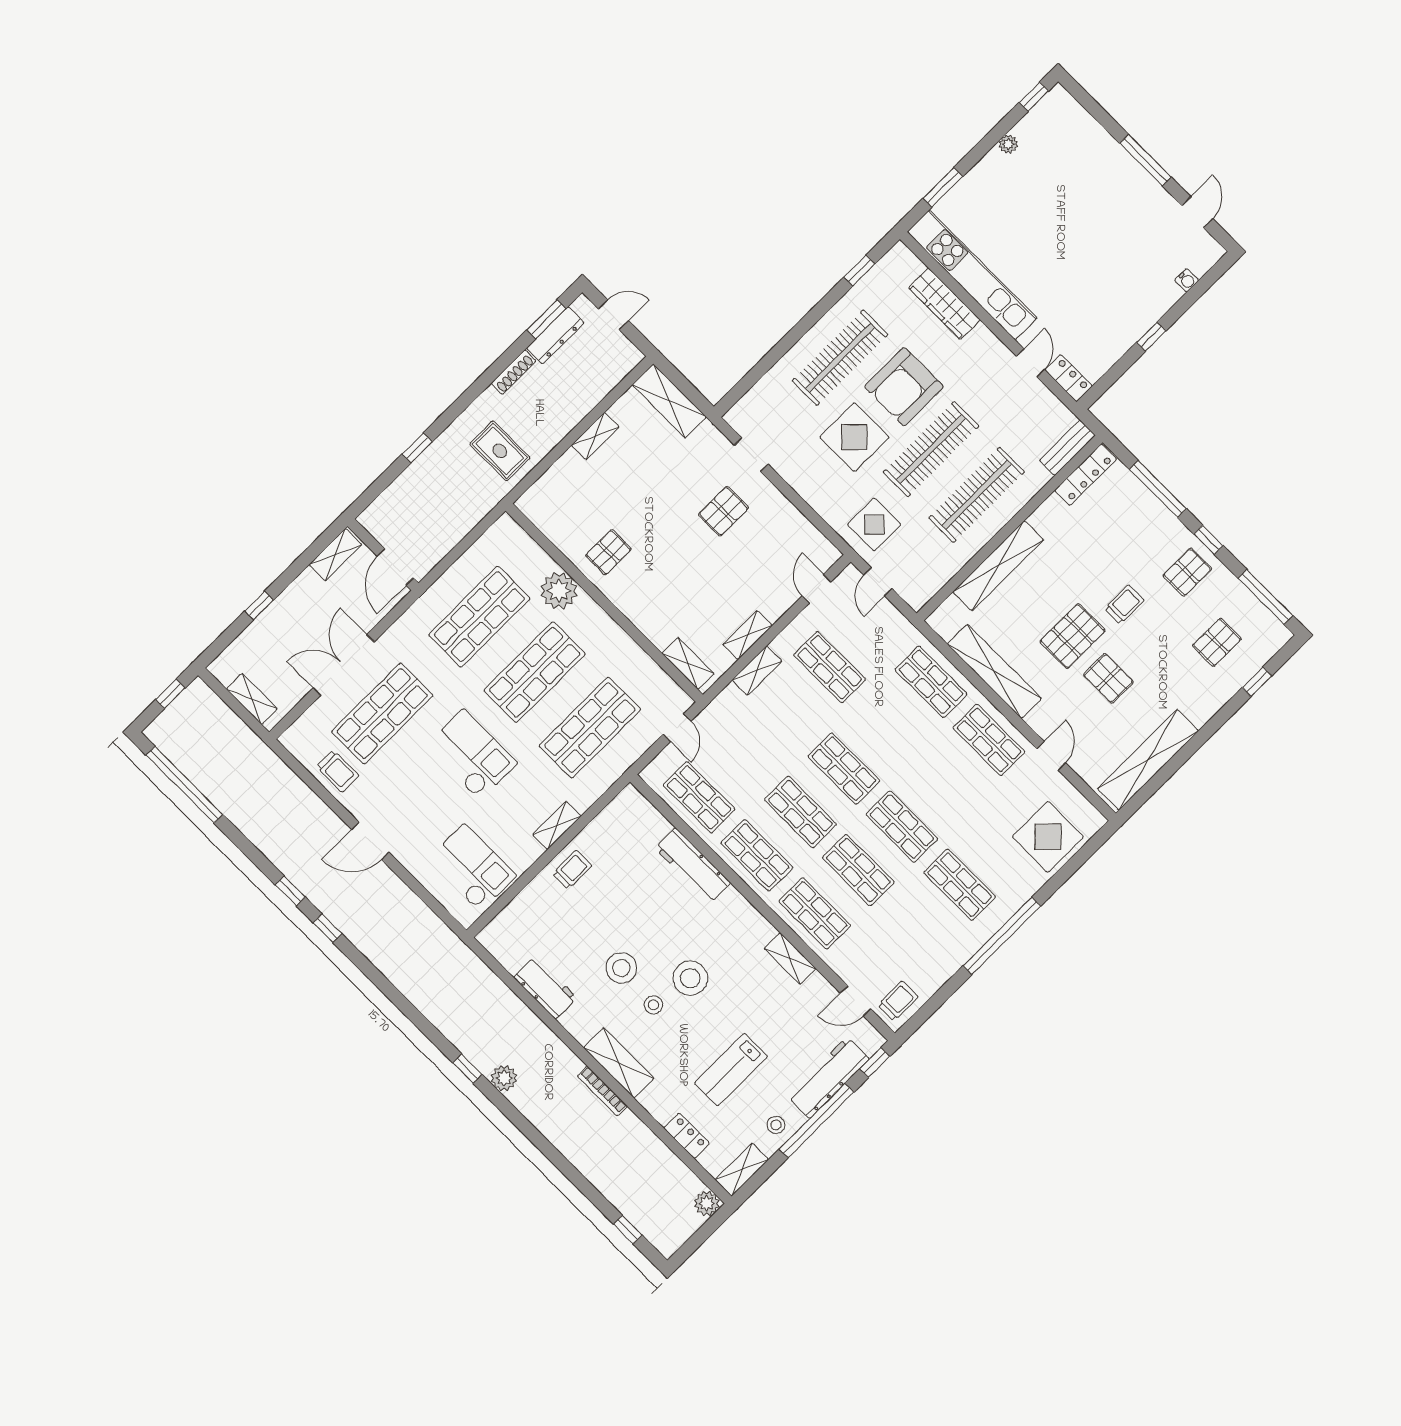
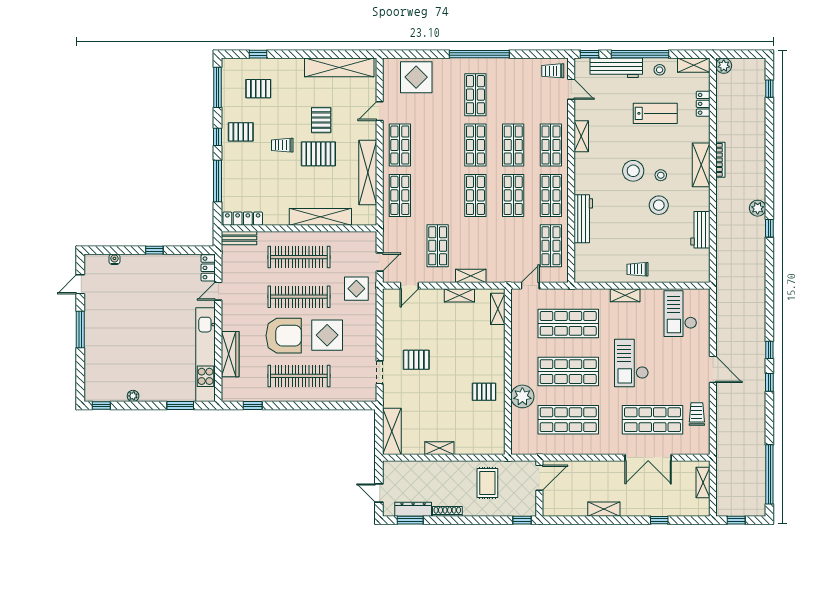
wall: (383, 555) -> (539, 488), moved
door: (395, 567) -> (539, 478), moved

